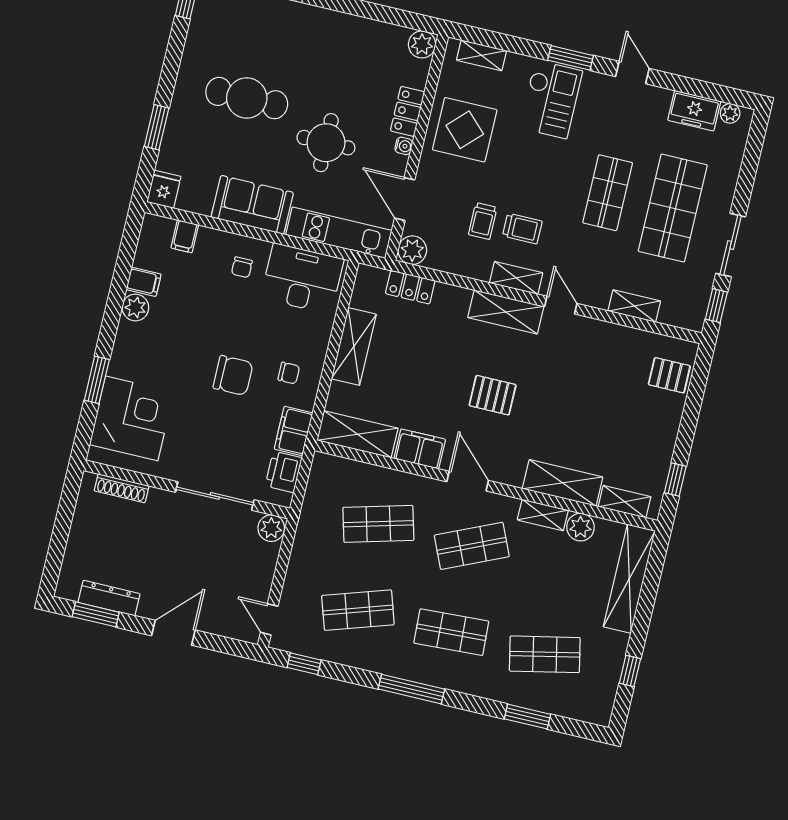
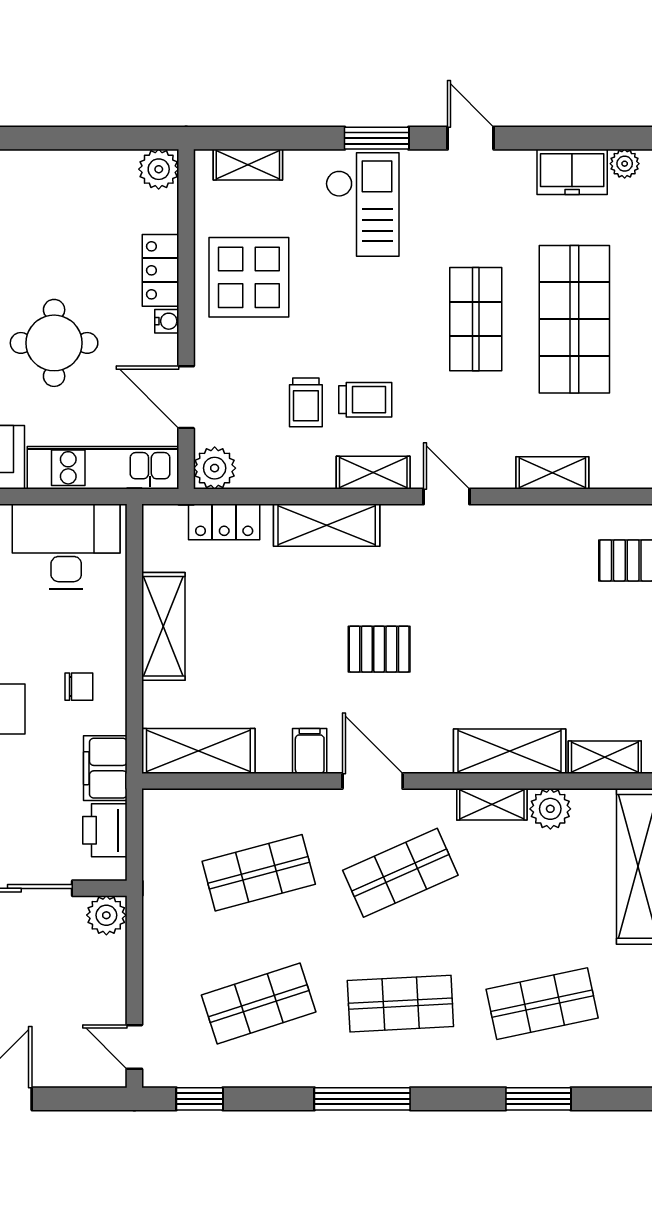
shelving: (506, 312) -> (327, 525), moved
filing cabinet: (420, 449) -> (310, 751), width x0.50

